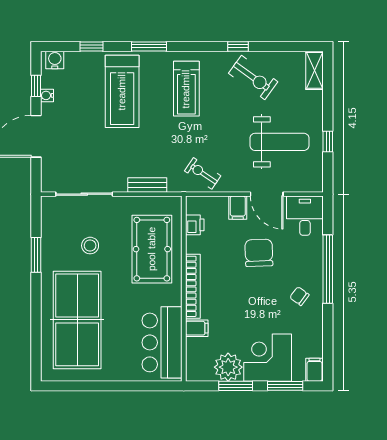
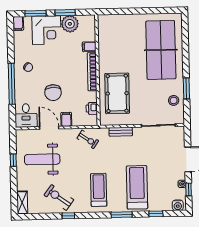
stool: (90, 246) -> (174, 100), moved
bar counter: (162, 342) -> (110, 38), removed

